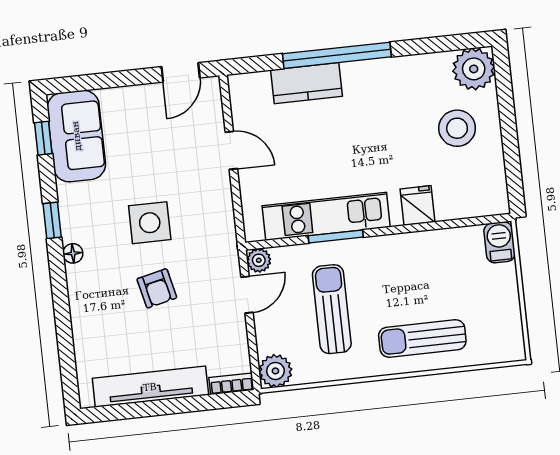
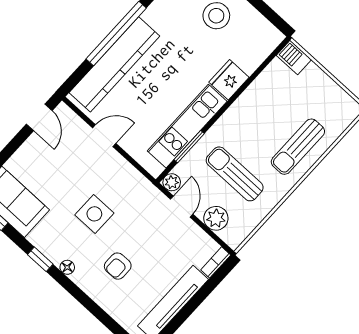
kitchen counter: (307, 83) -> (114, 64), width x2.08, depth x1.17
fridge: (418, 205) -> (229, 80), width x1.38
window: (336, 236) -> (189, 147), moved
armchair: (157, 288) -> (118, 266), moved, turned 103
plant: (275, 371) -> (216, 218), moved

